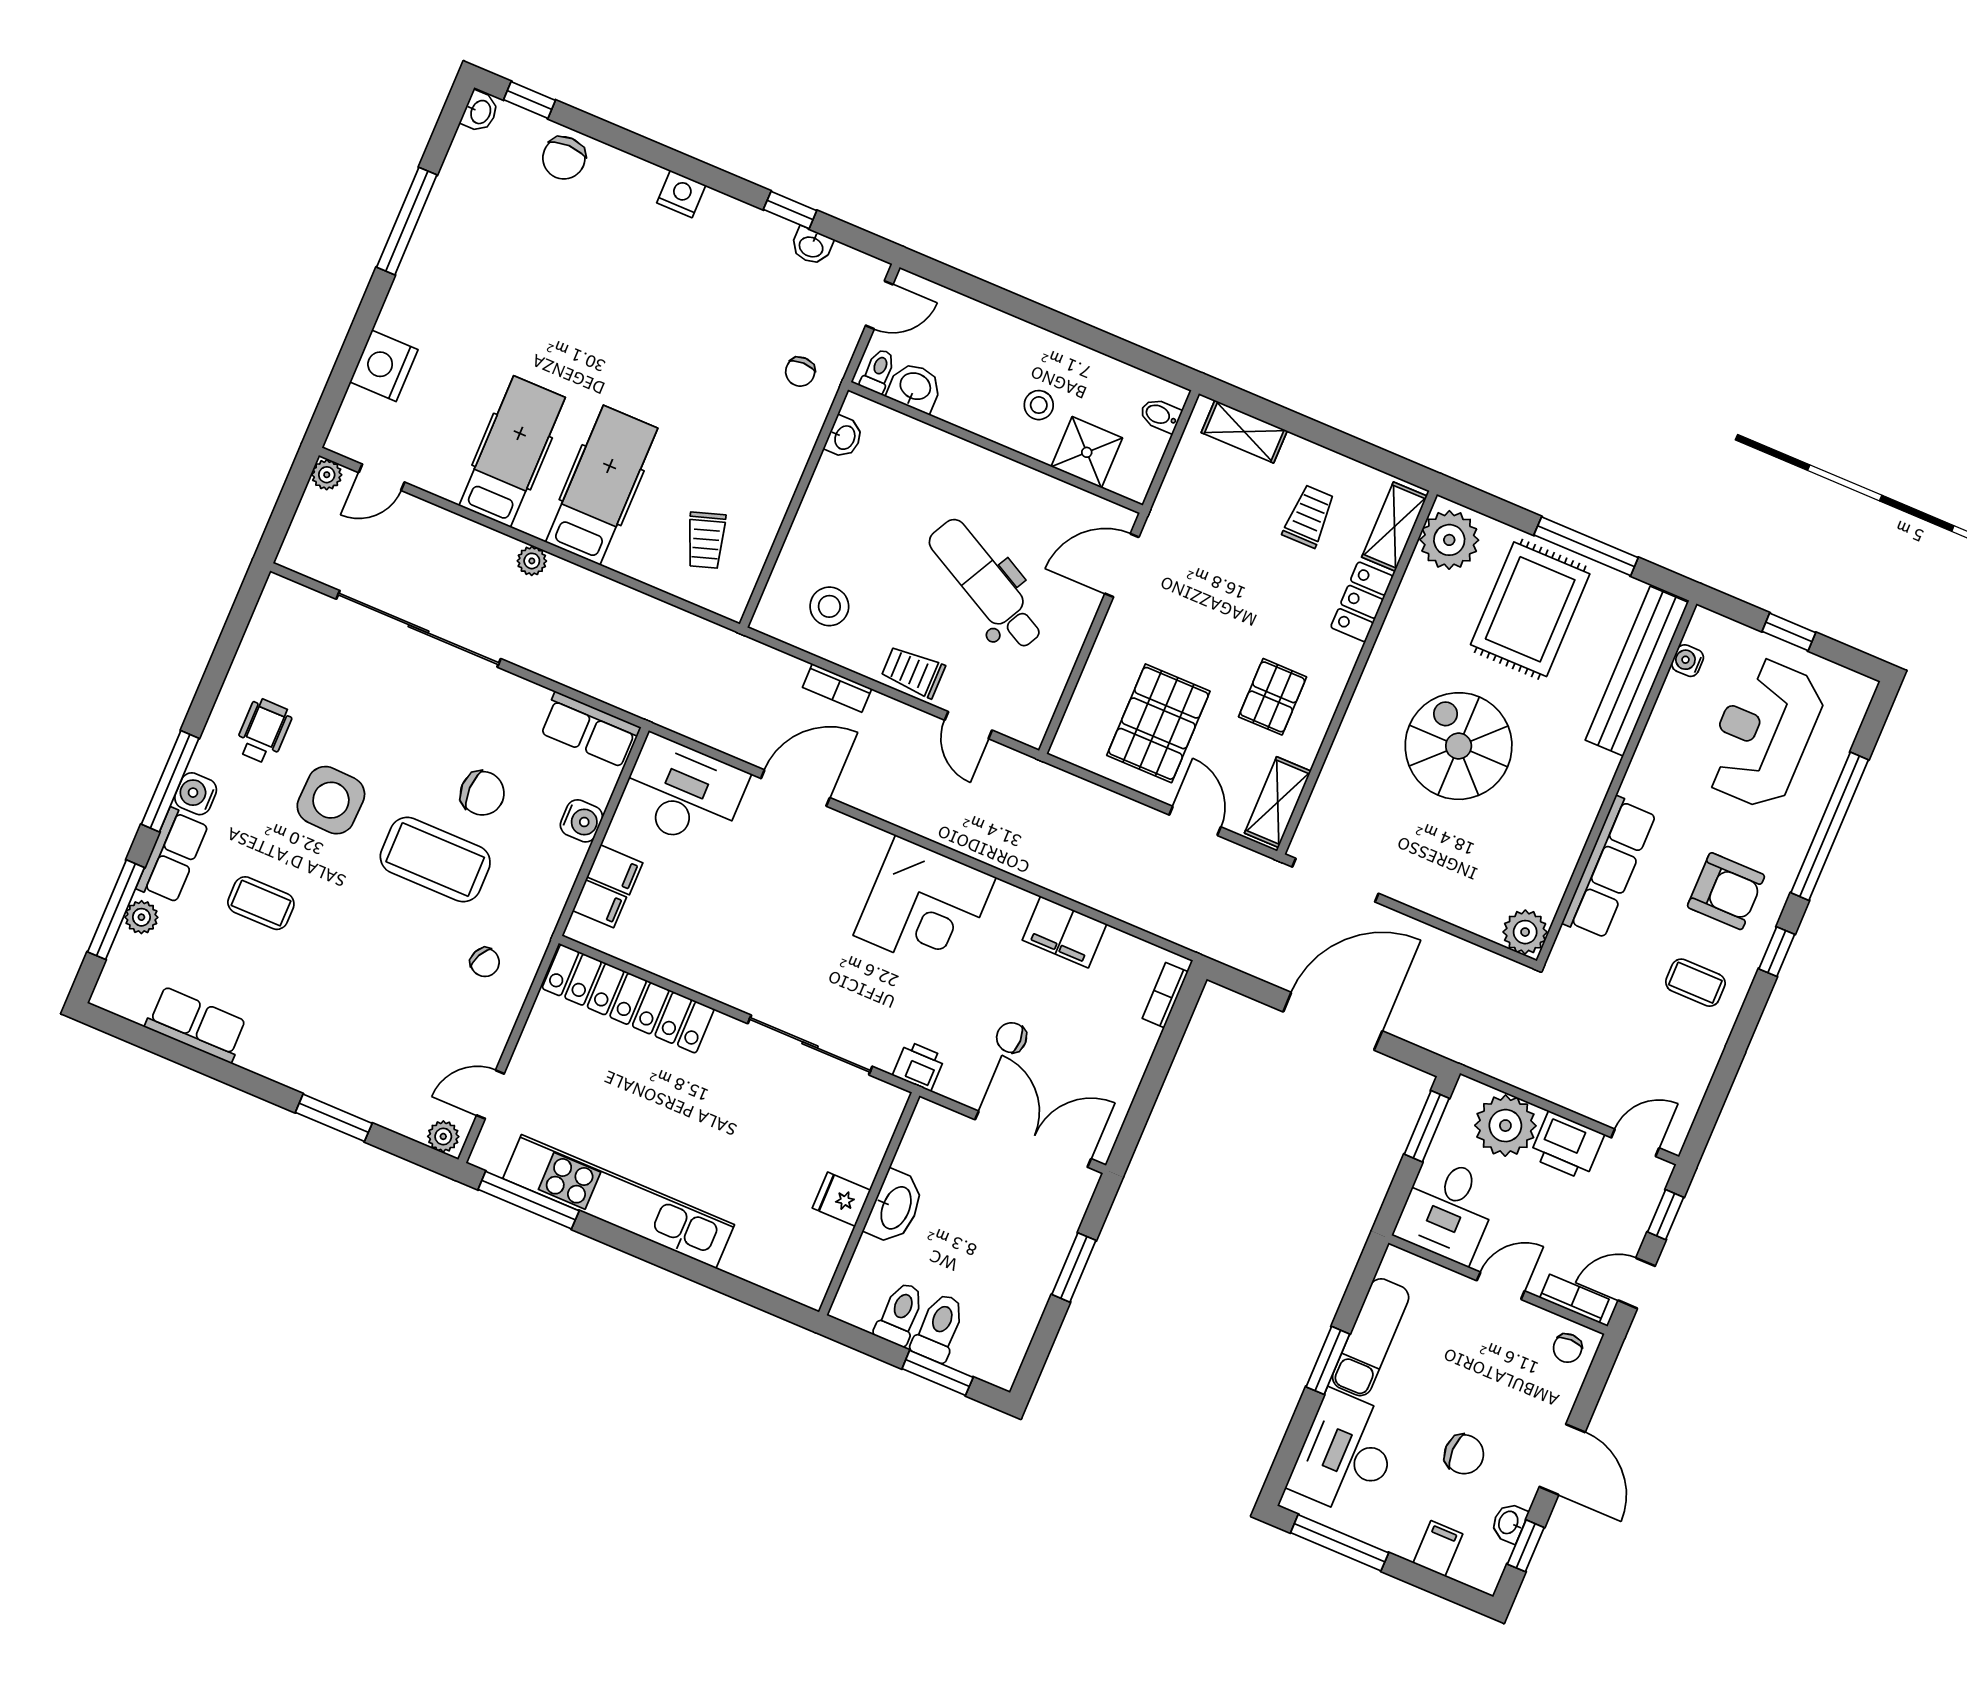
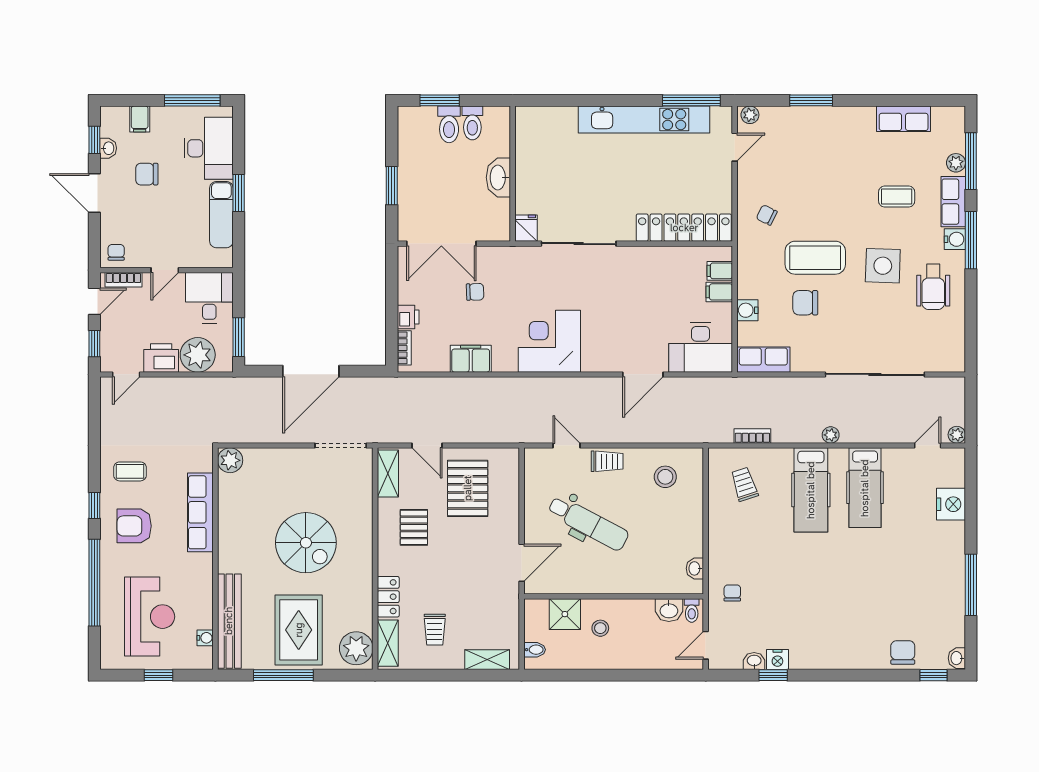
nightstand: (681, 194) -> (777, 660), moved
bookcase: (837, 688) -> (752, 436), moved
wheelchair: (263, 731) -> (933, 287), width x1.36, depth x1.37
printer: (919, 1066) -> (408, 317), moved, turned -90
fridge: (841, 1199) -> (526, 228), moved, turned -90

